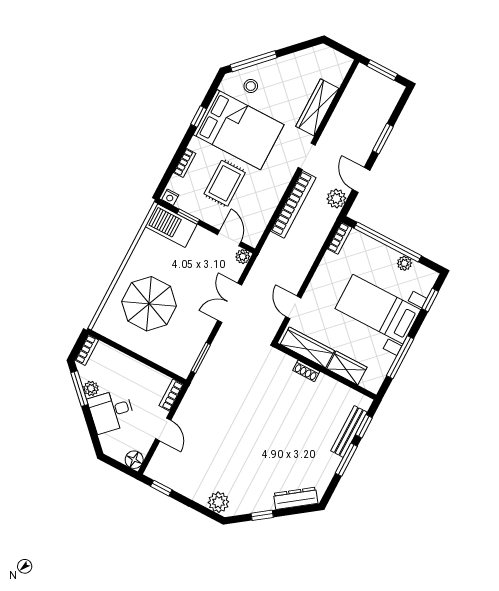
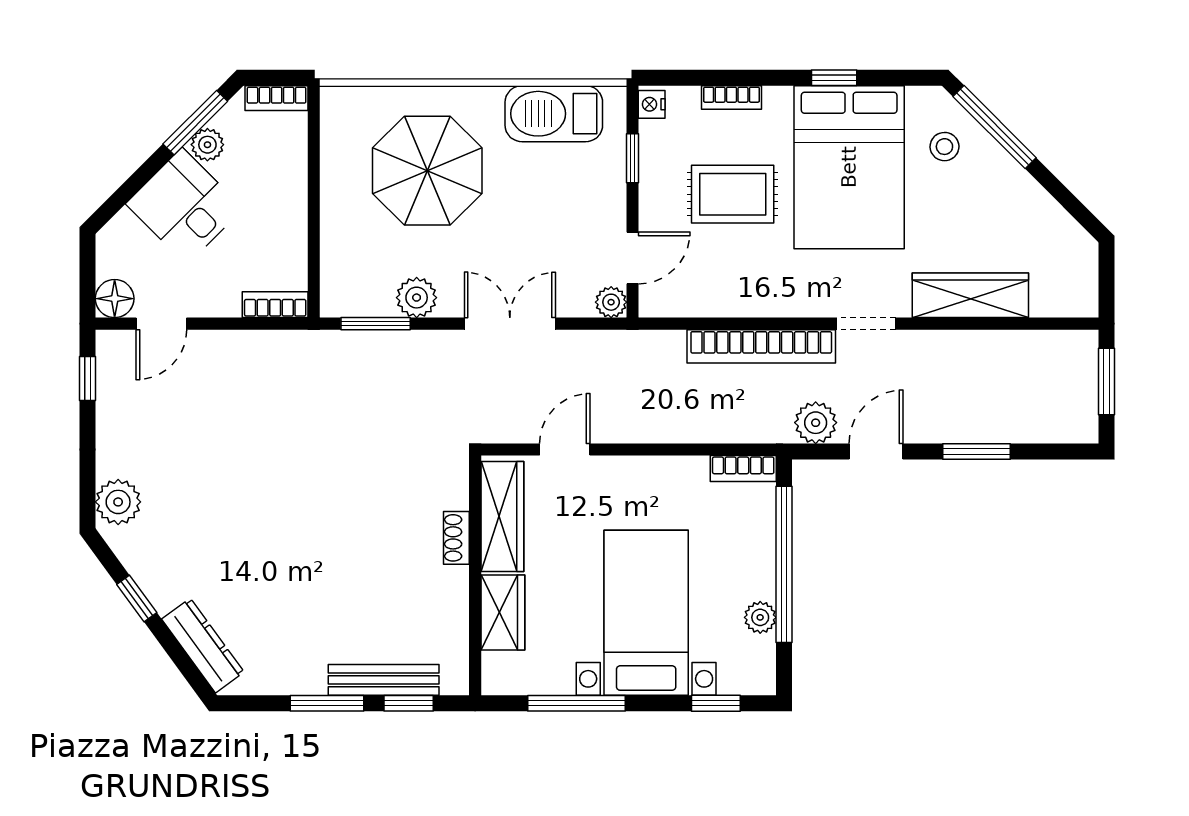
barbecue: (171, 226) -> (554, 114), moved, turned -90
plant: (199, 335) -> (417, 298), added
door: (163, 429) -> (161, 324), moved

